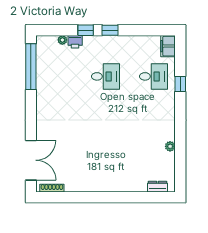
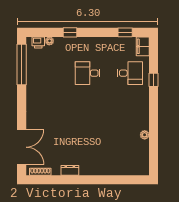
window: (110, 30) -> (125, 32), moved
printer: (75, 42) -> (38, 42), moved
desk: (106, 76) -> (88, 73), turned 180
dresser: (158, 187) -> (70, 170), moved

